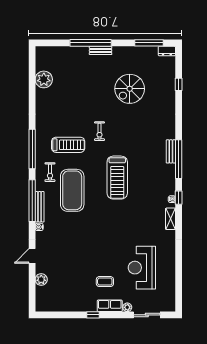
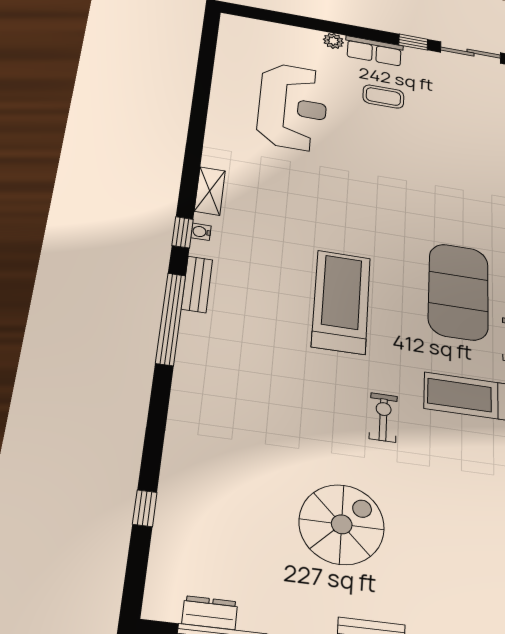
dresser: (167, 51) -> (210, 613), moved
spiral stairs: (130, 89) -> (342, 524), moved
bench: (171, 151) -> (197, 284), moved
sliding door: (147, 315) -> (471, 53), moved

